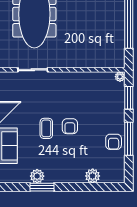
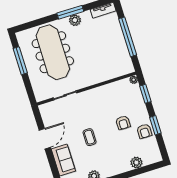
armchair: (70, 126) -> (123, 123), moved
window: (129, 139) -> (155, 125), width x0.69

